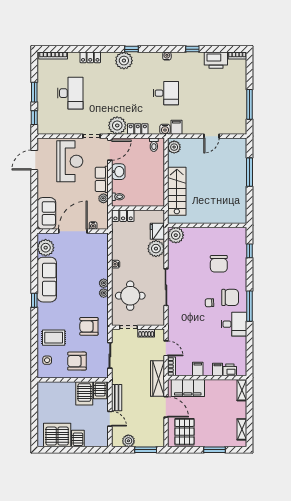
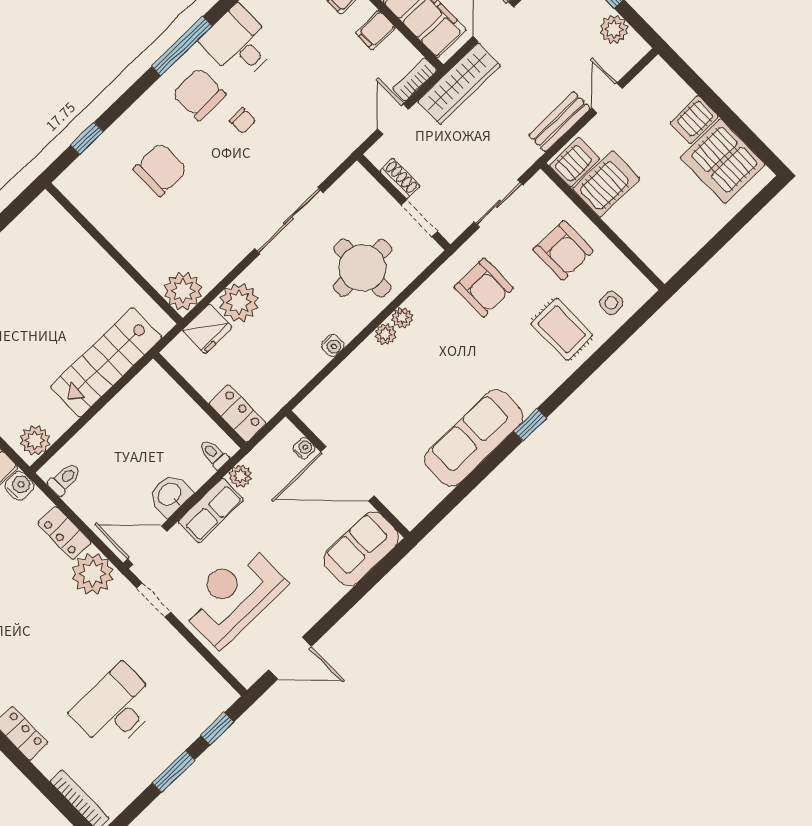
plant: (46, 248) -> (421, 493), removed

